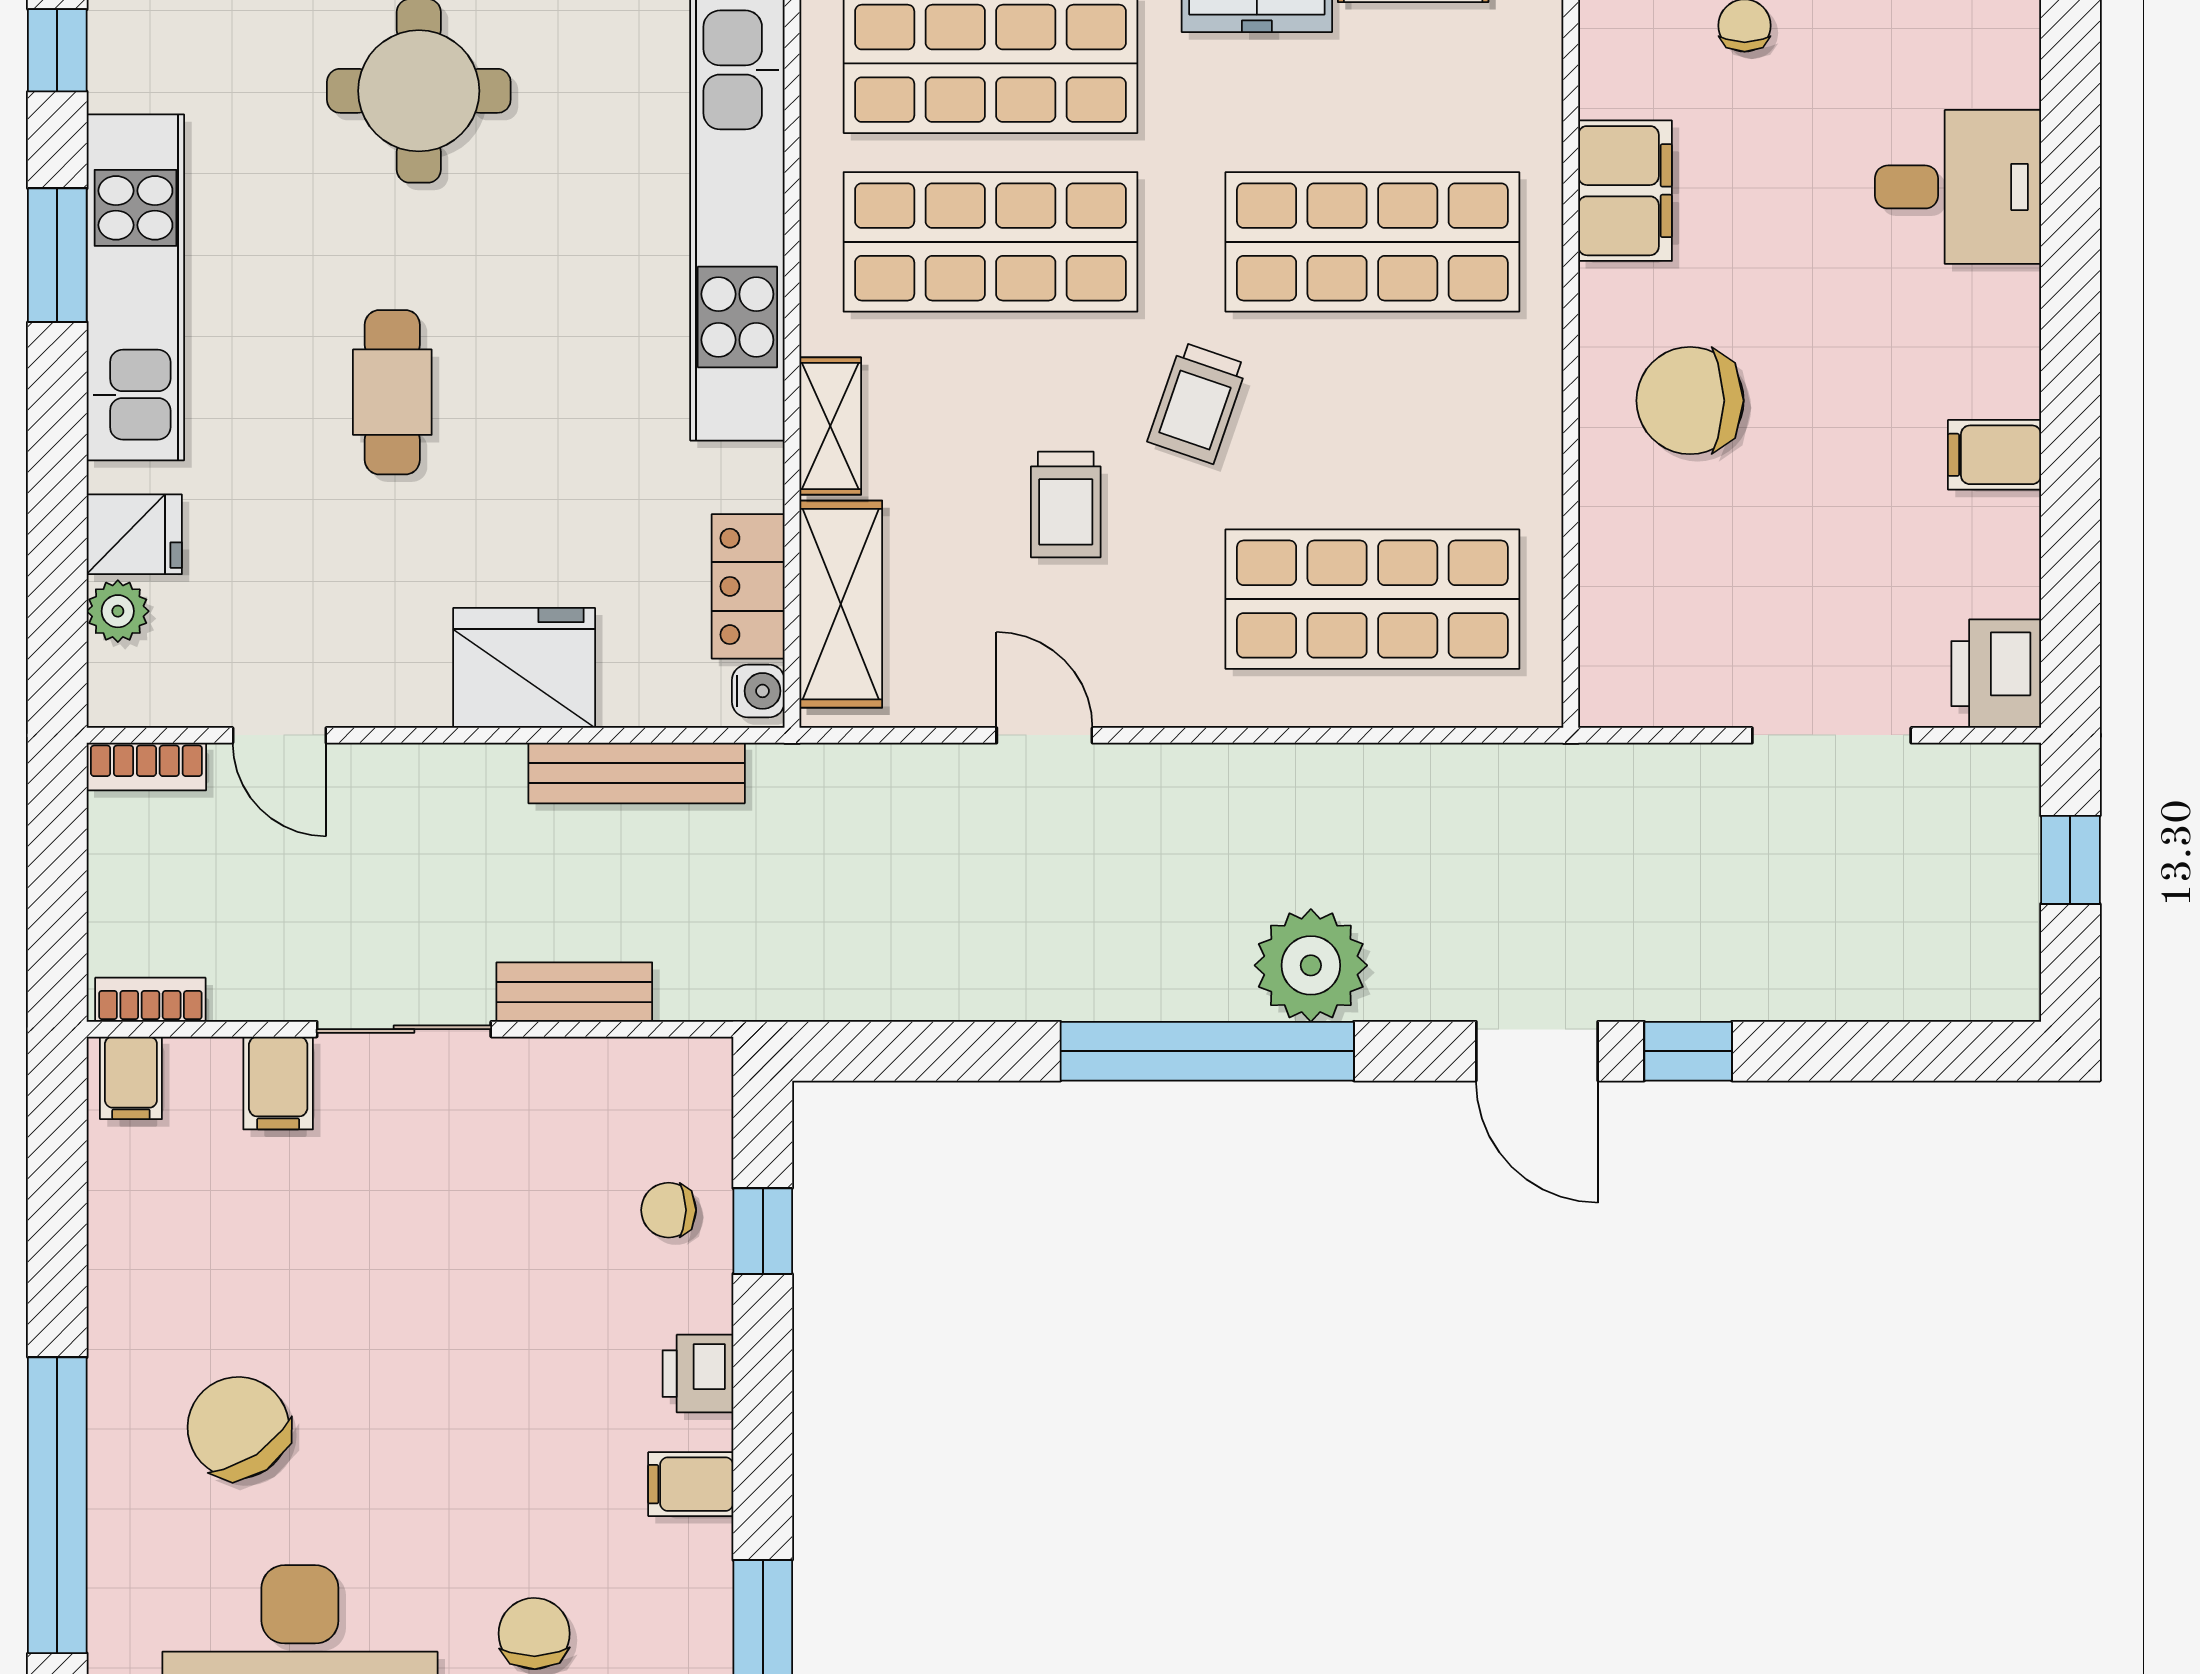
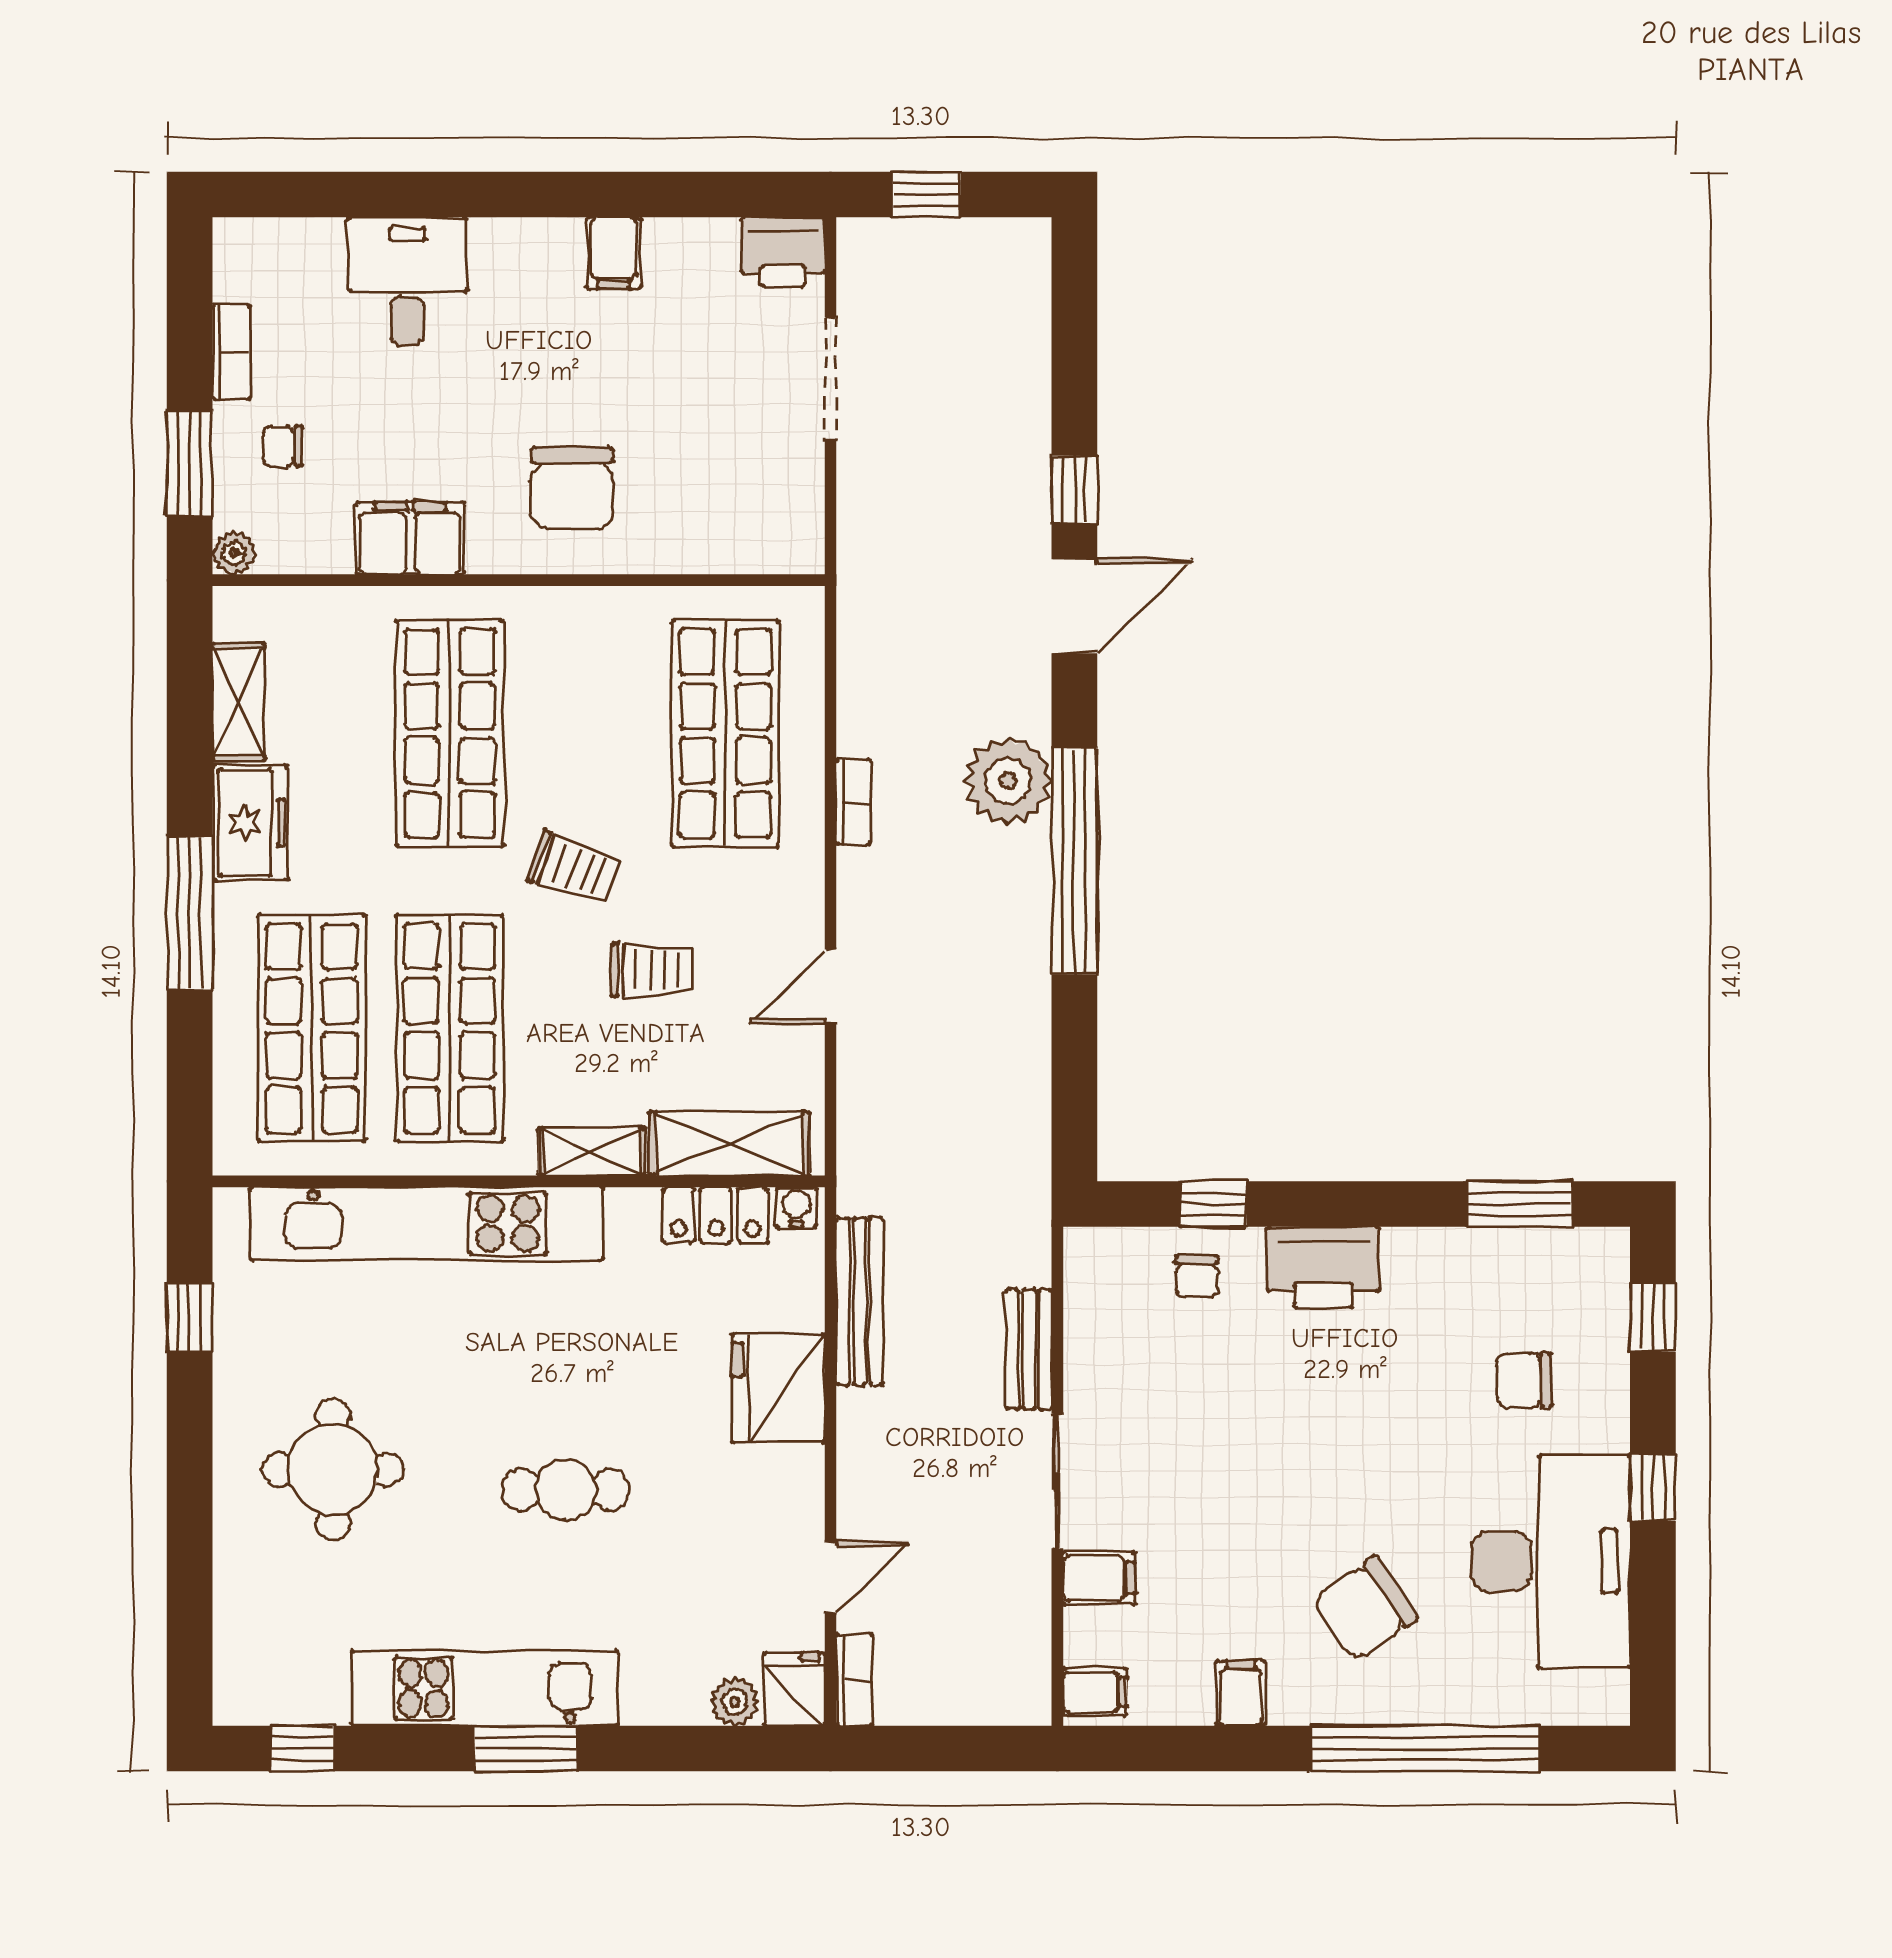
window: (57, 255) -> (526, 1749), moved
fridge: (134, 534) -> (794, 1689), moved
bookcase: (150, 1000) -> (853, 802), moved, turned 180
printer: (698, 1374) -> (1323, 1267), width x1.87, depth x1.48
filing cabinet: (691, 1484) -> (1241, 1693), moved, turned 180

